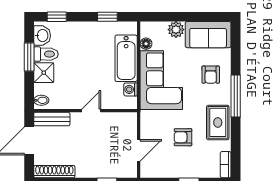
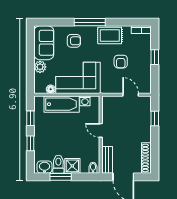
window: (57, 17) -> (30, 143), moved

